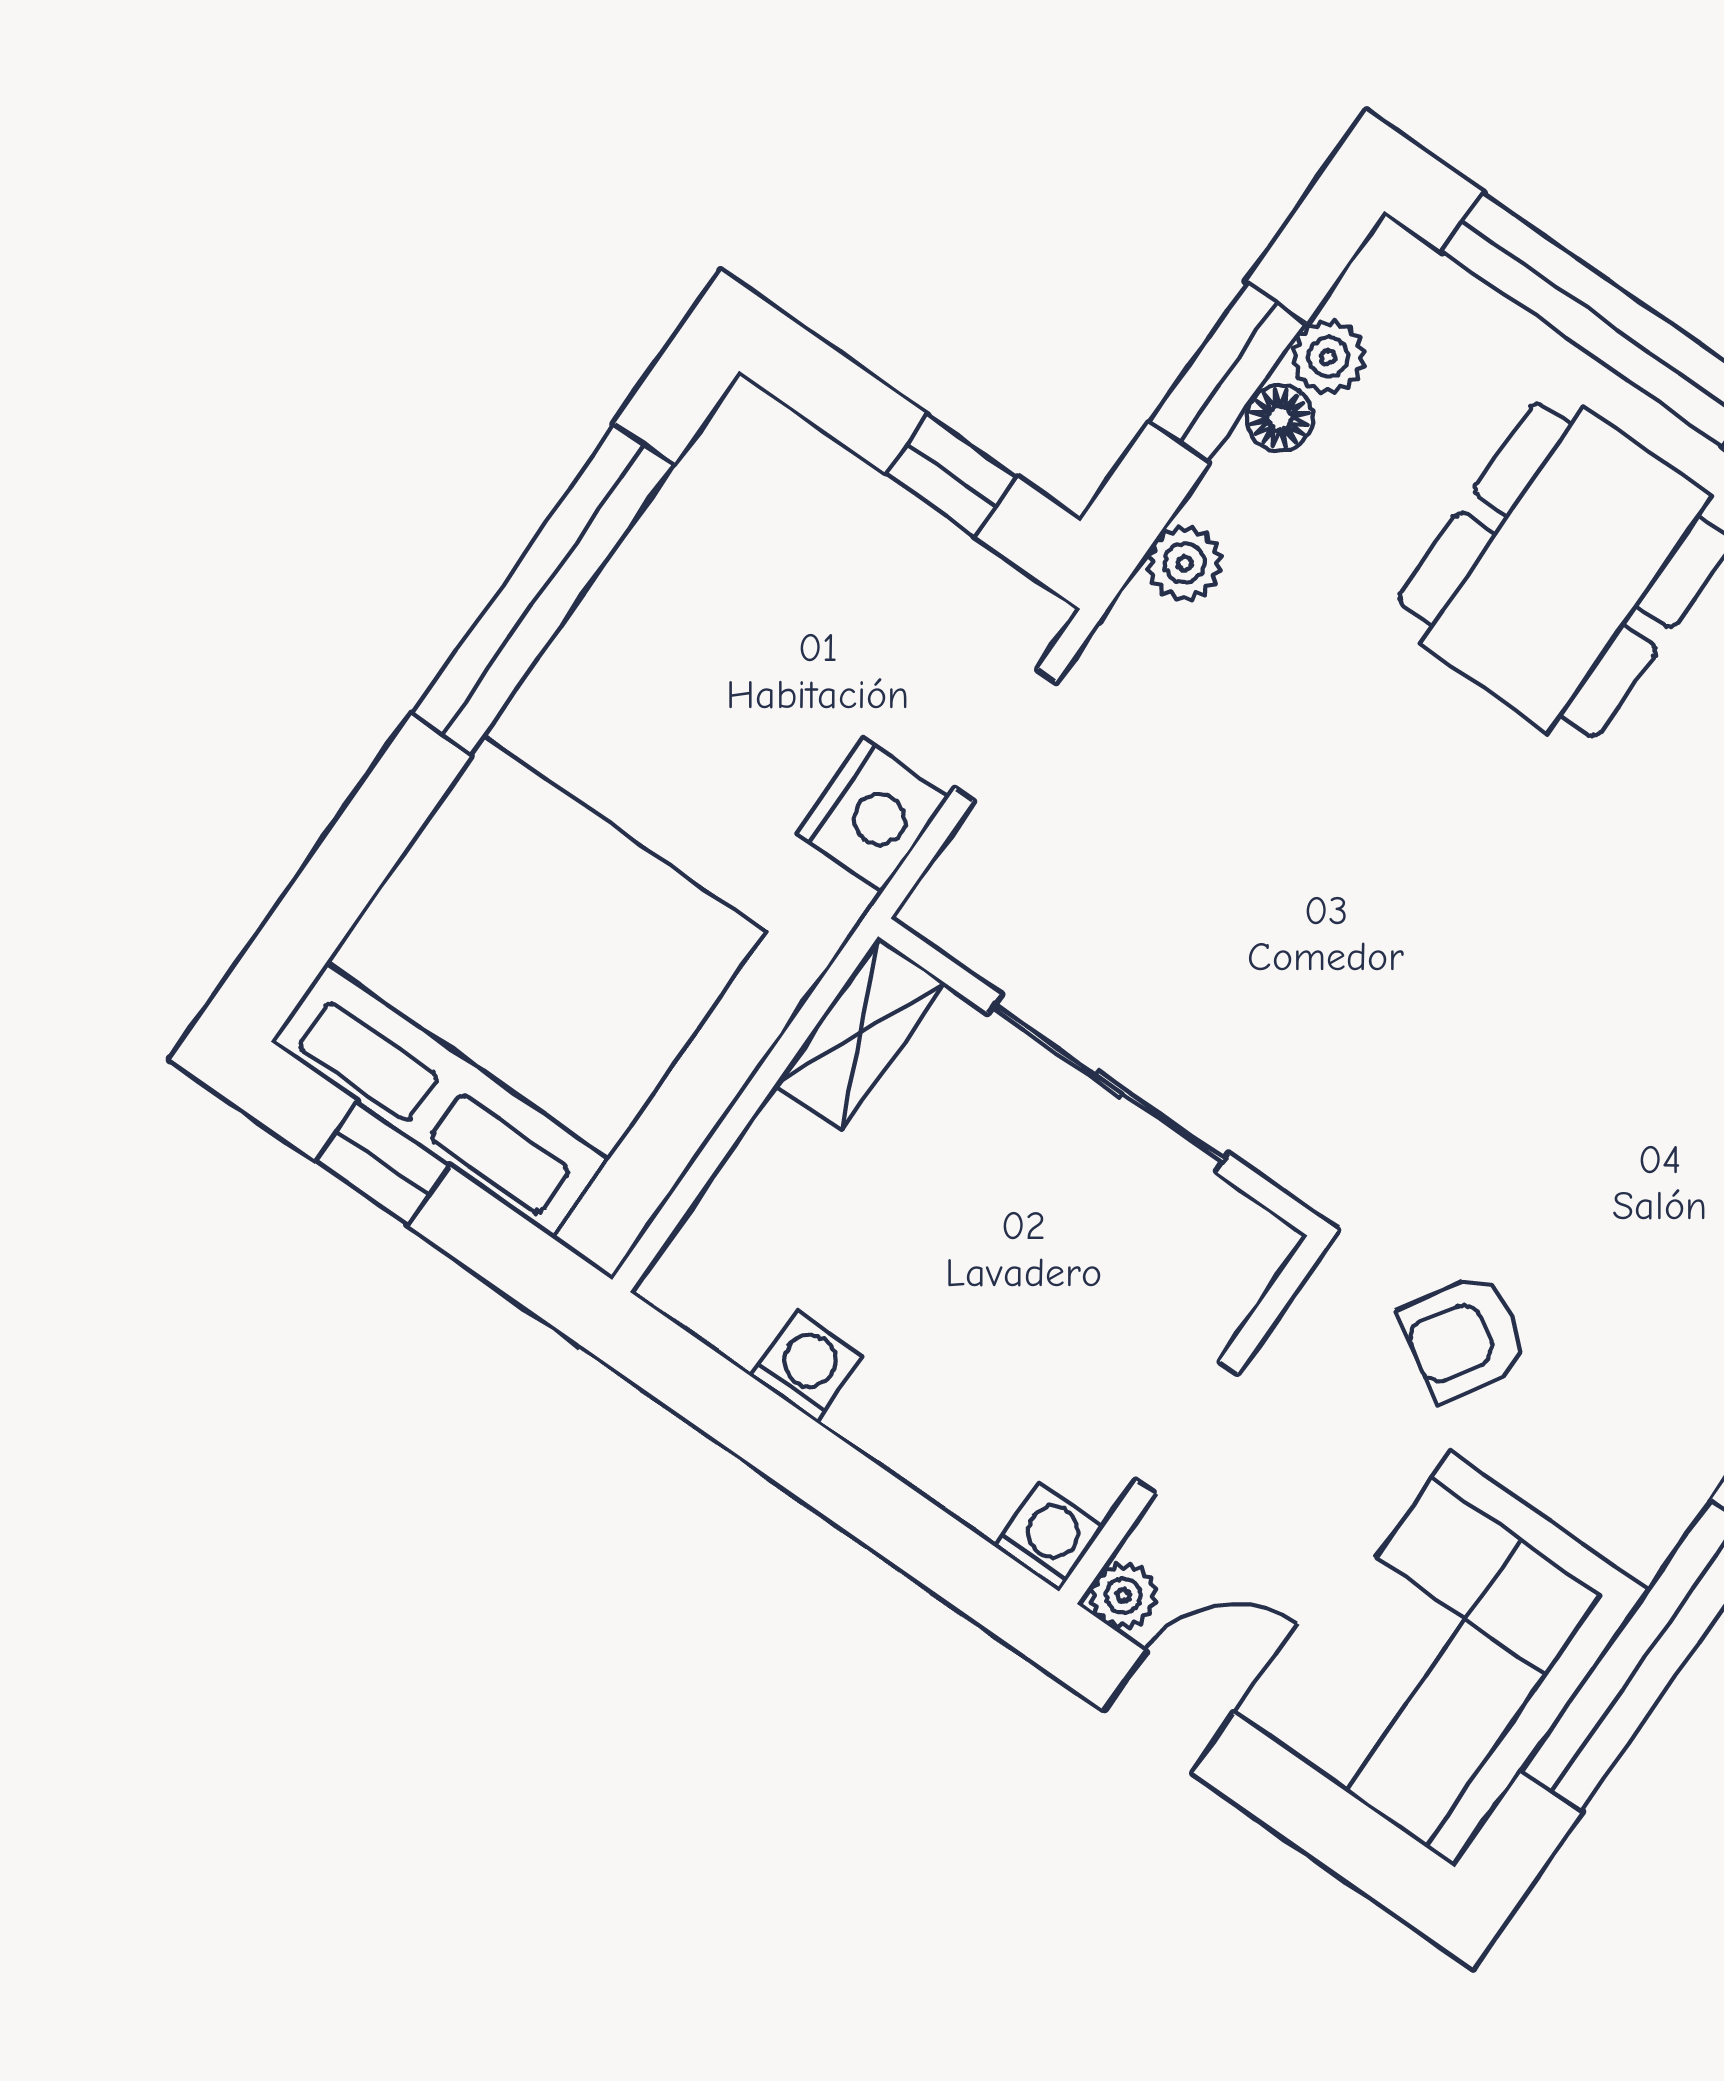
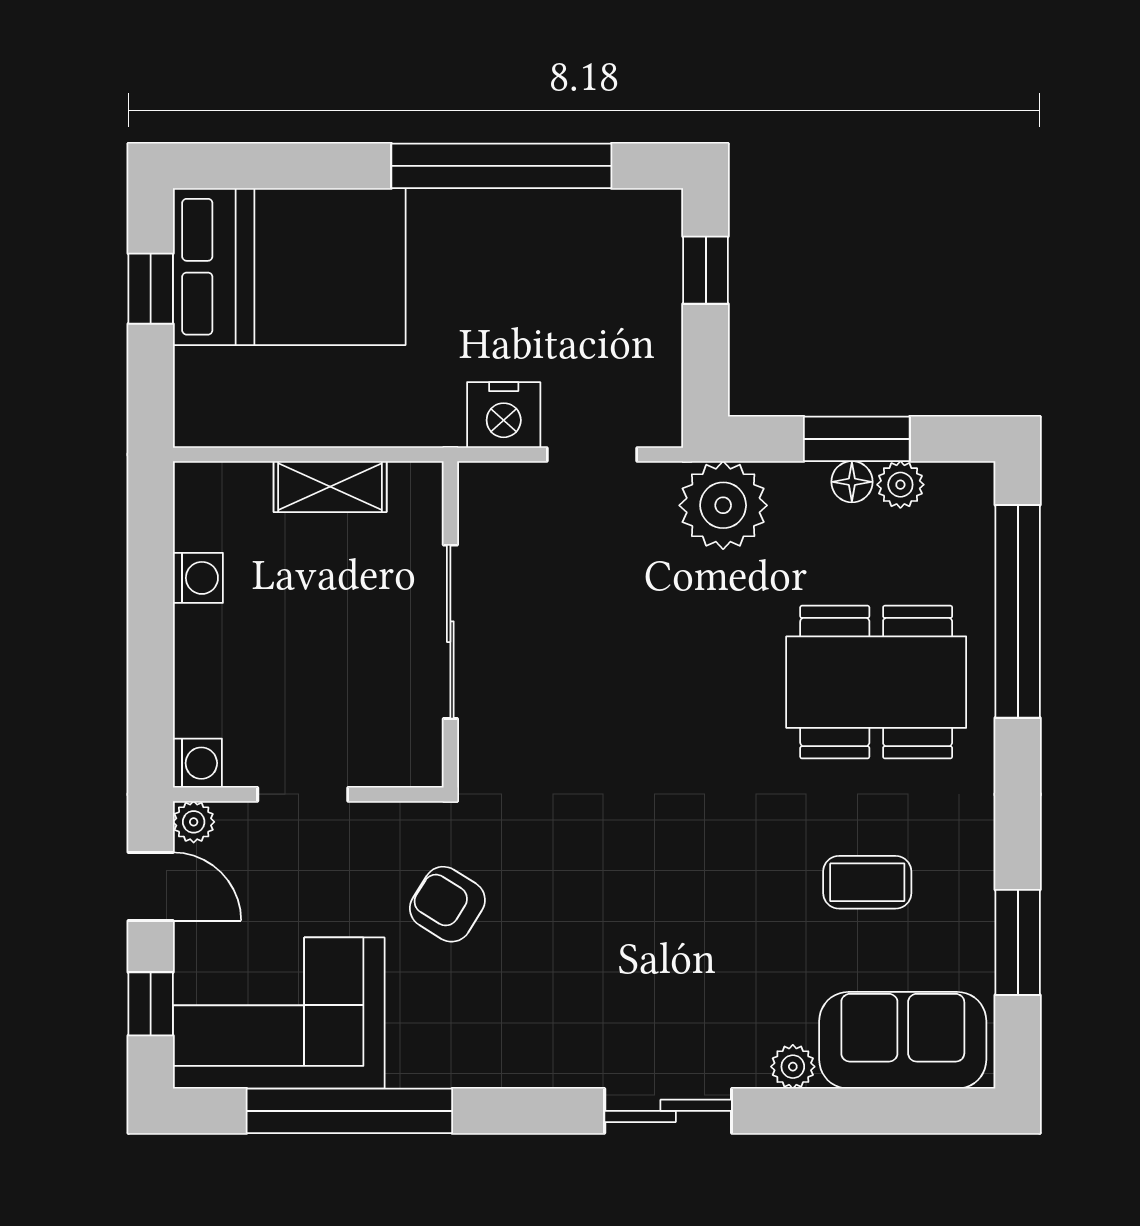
window: (951, 475) -> (706, 270), moved
plant: (1184, 563) -> (723, 505), width x1.88, depth x1.88
bed: (518, 987) -> (289, 267), width x0.73
shelving: (860, 1034) -> (330, 487), moved
window: (1323, 1819) -> (151, 1004), added

